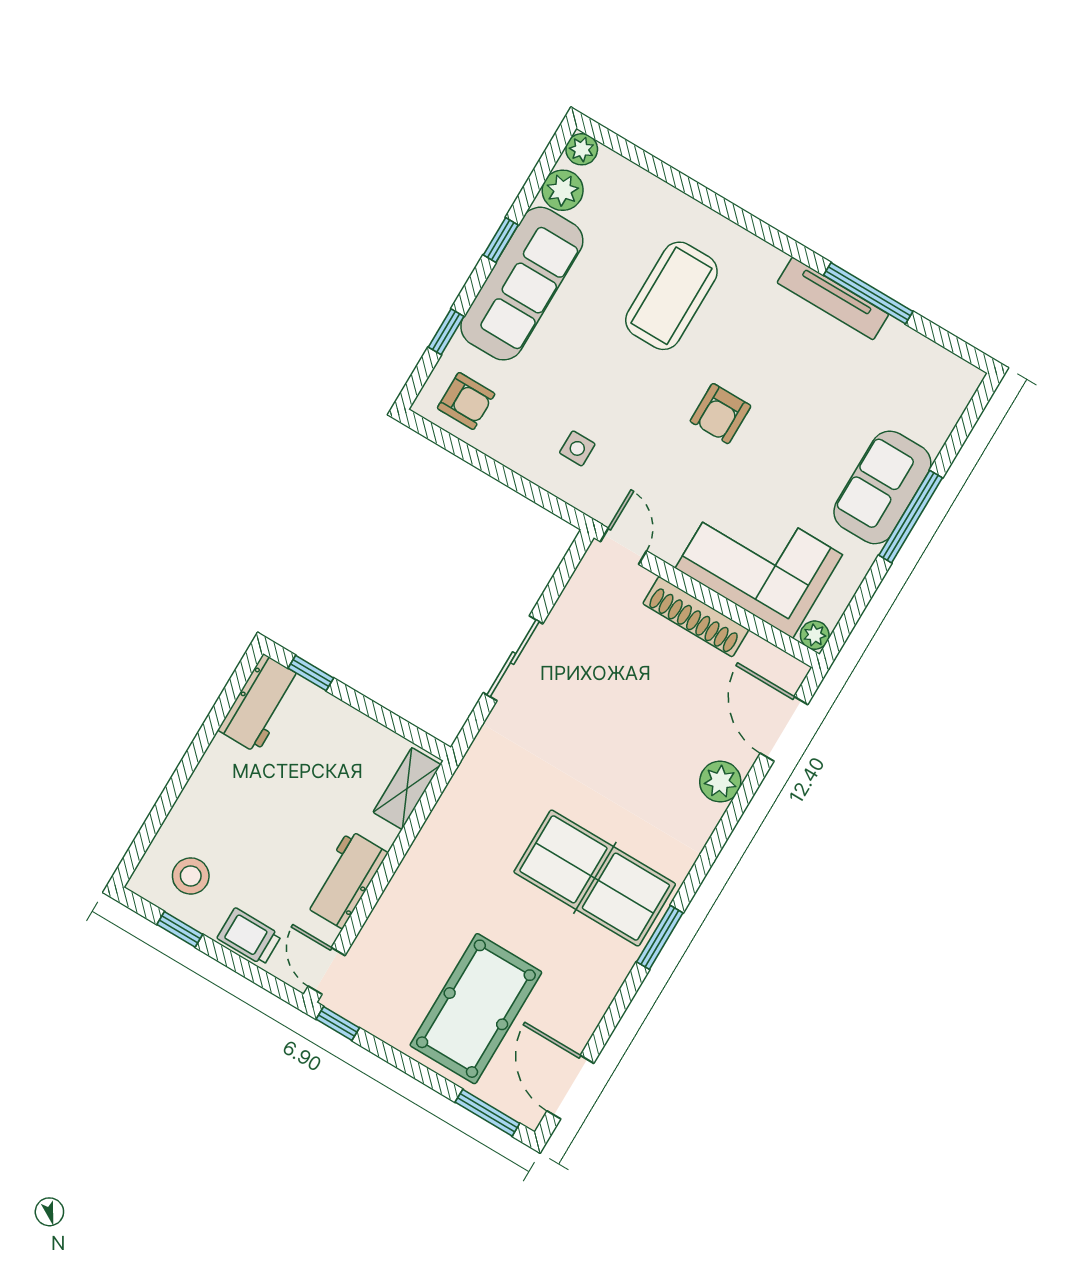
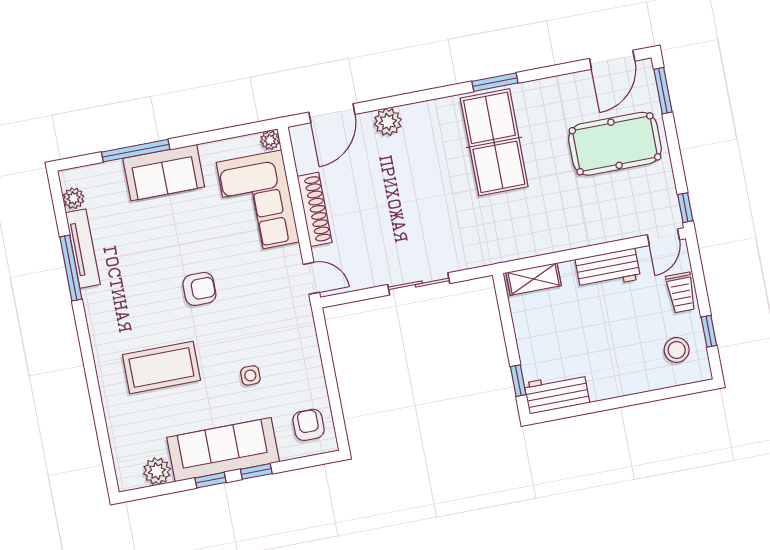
plant: (582, 149) -> (74, 198), moved
tv unit: (833, 299) -> (83, 249), moved
window: (446, 332) -> (256, 471), moved
side table: (577, 448) -> (250, 375), moved
window: (911, 517) -> (136, 151), moved
door: (623, 546) -> (311, 278), swing flipped

